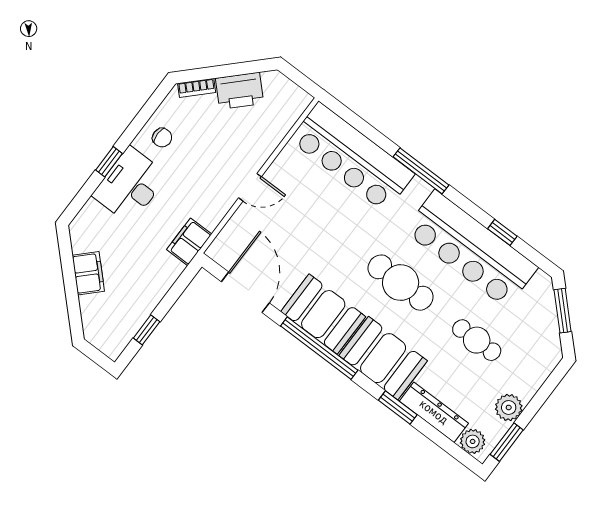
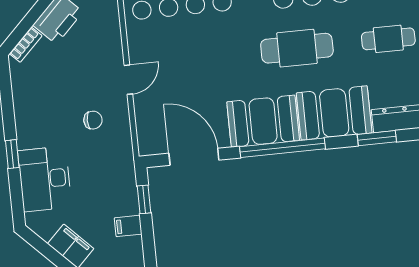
chair: (162, 138) -> (93, 120), moved
desk: (130, 185) -> (45, 179), moved
filing cabinet: (189, 242) -> (128, 226), moved, width x0.50
window: (147, 330) -> (144, 199), moved

